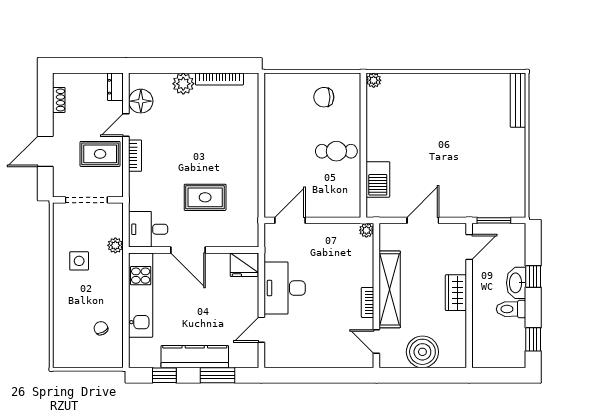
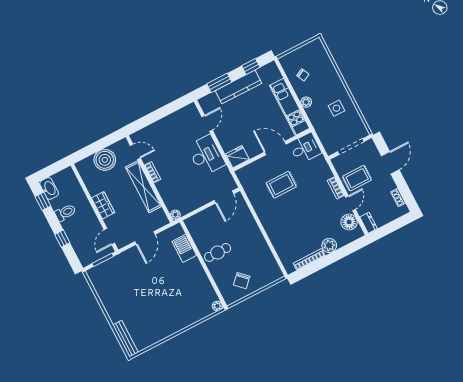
chair: (324, 97) -> (242, 281), turned 134
plant: (115, 245) -> (306, 102), moved
washbasin: (516, 283) -> (49, 188), moved

